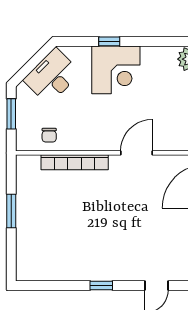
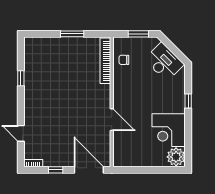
corner desk: (116, 70) -> (169, 130), moved
bookcase: (75, 162) -> (105, 61), moved
window: (101, 286) -> (21, 78), moved

